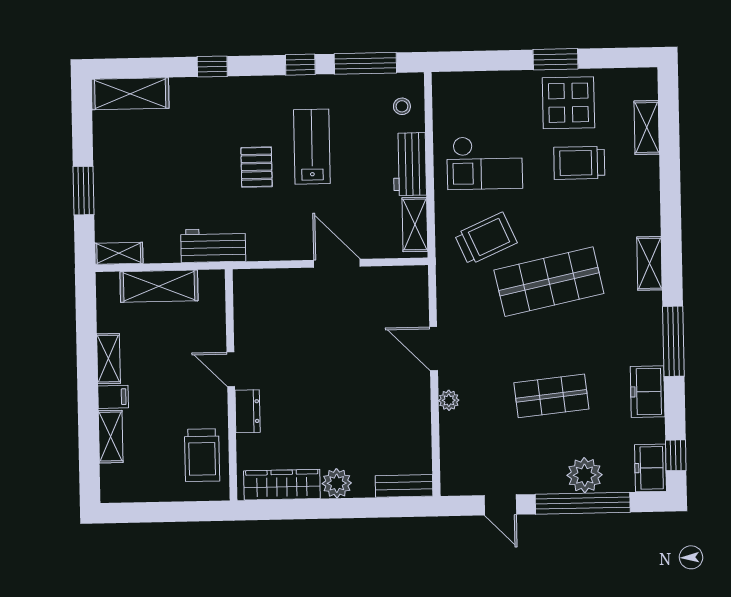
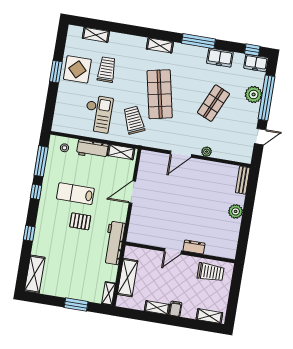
trolley: (579, 163) -> (107, 70), turned 180
workbench: (213, 245) -> (114, 243), width x1.38
shop shelf: (551, 396) -> (213, 103), turned 30
shelving: (111, 437) -> (209, 316), moved
wardrobe: (282, 485) -> (231, 237), removed

